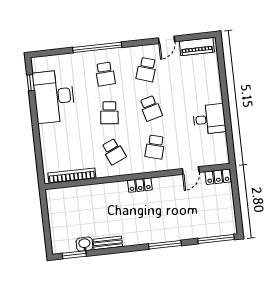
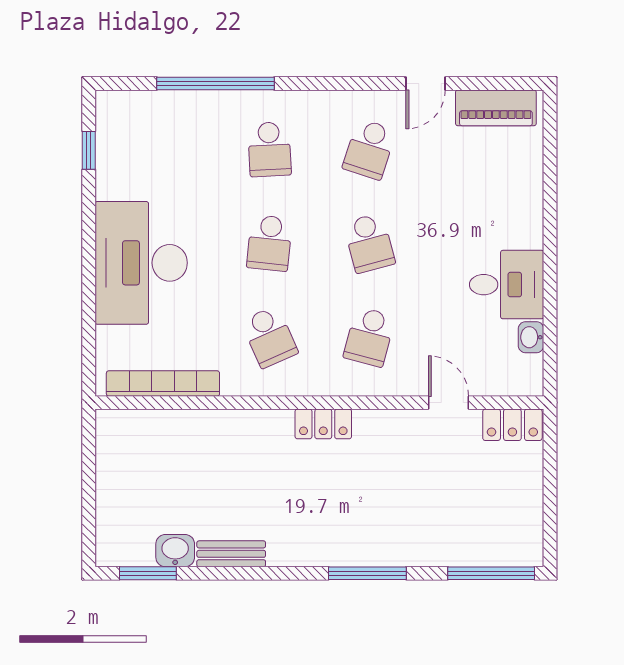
window: (97, 47) -> (215, 84), moved
desk: (54, 96) -> (141, 263), moved
washbasin: (222, 140) -> (531, 337), added
door: (191, 171) -> (449, 403), swing flipped

